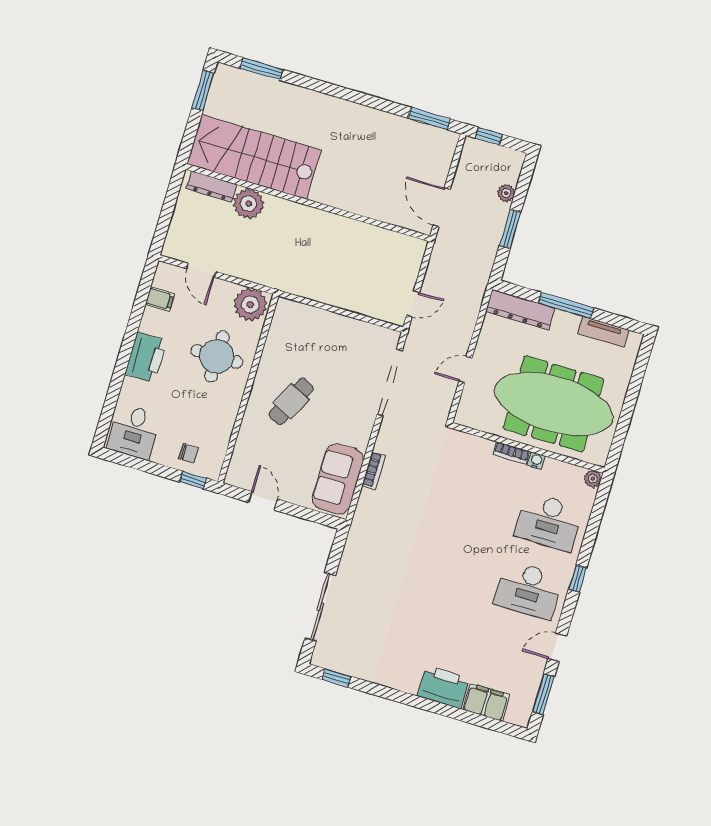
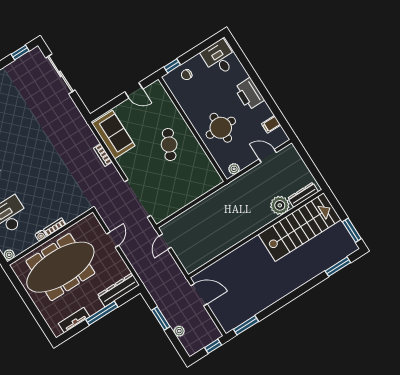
plant: (250, 305) -> (234, 169), width x0.53, depth x0.53

